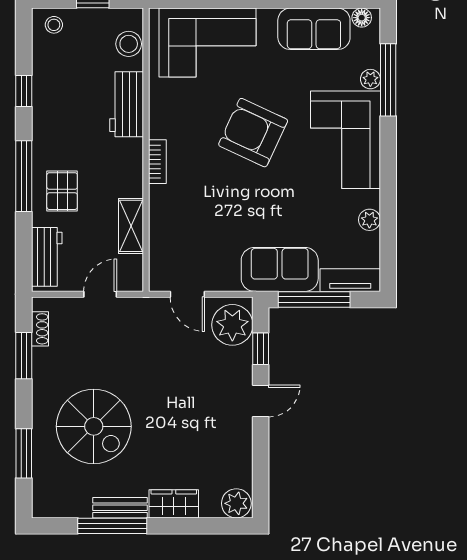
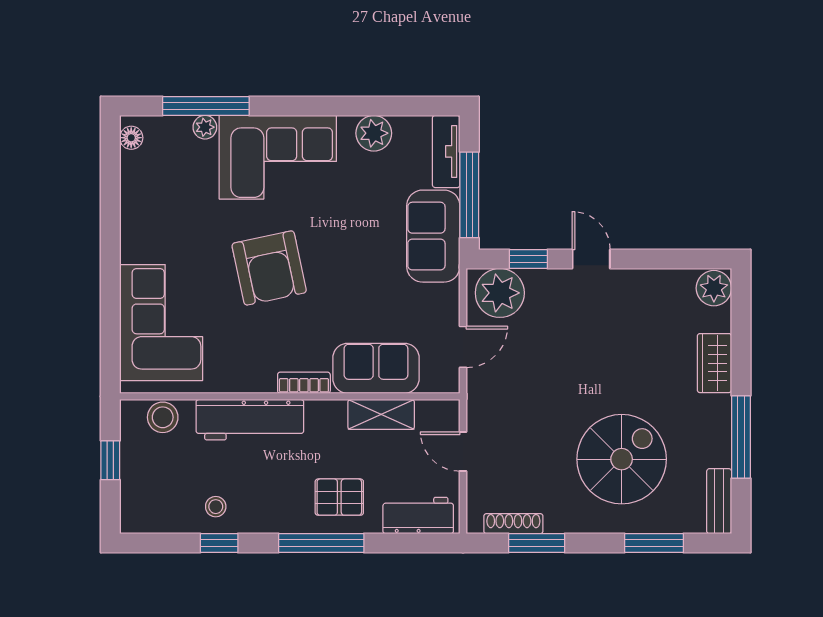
stool: (54, 25) -> (216, 507), moved
sofa: (314, 29) -> (376, 368), moved, turned -90
workbench: (127, 104) -> (250, 420), width x1.38
armchair: (253, 133) -> (269, 268), turned -37
plant: (369, 220) -> (374, 133), width x1.38, depth x1.38
shoe rack: (40, 329) -> (513, 524), width x1.43
bench: (120, 508) -> (719, 501), moved

